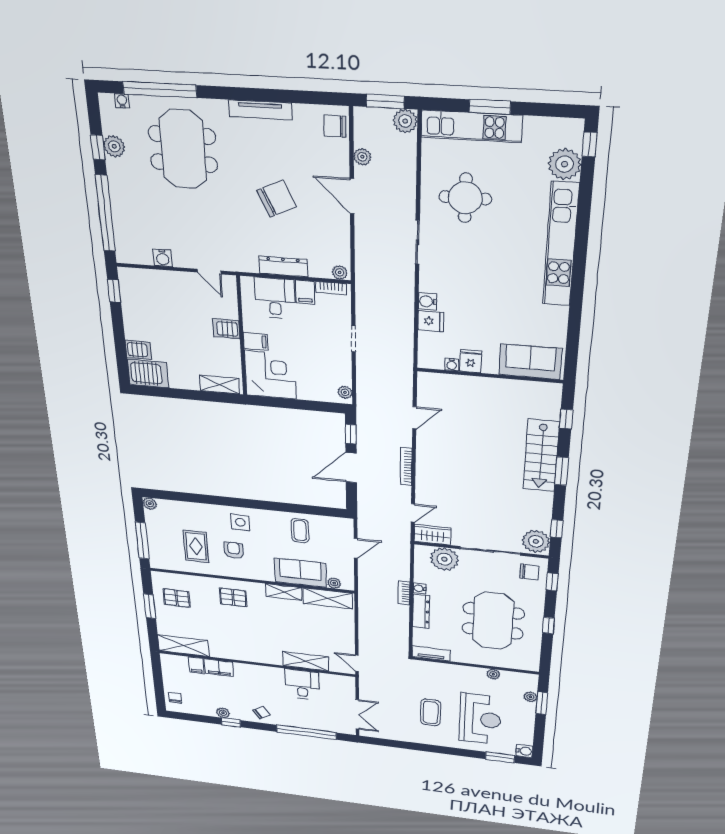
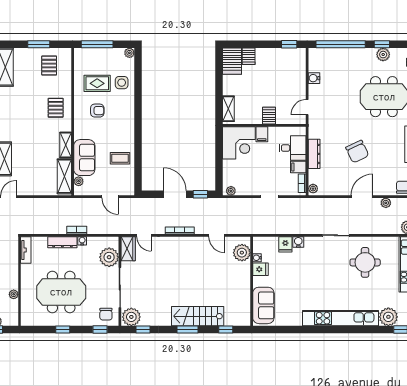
plant: (443, 385) -> (242, 253), added
side table: (240, 522) -> (122, 83), moved

